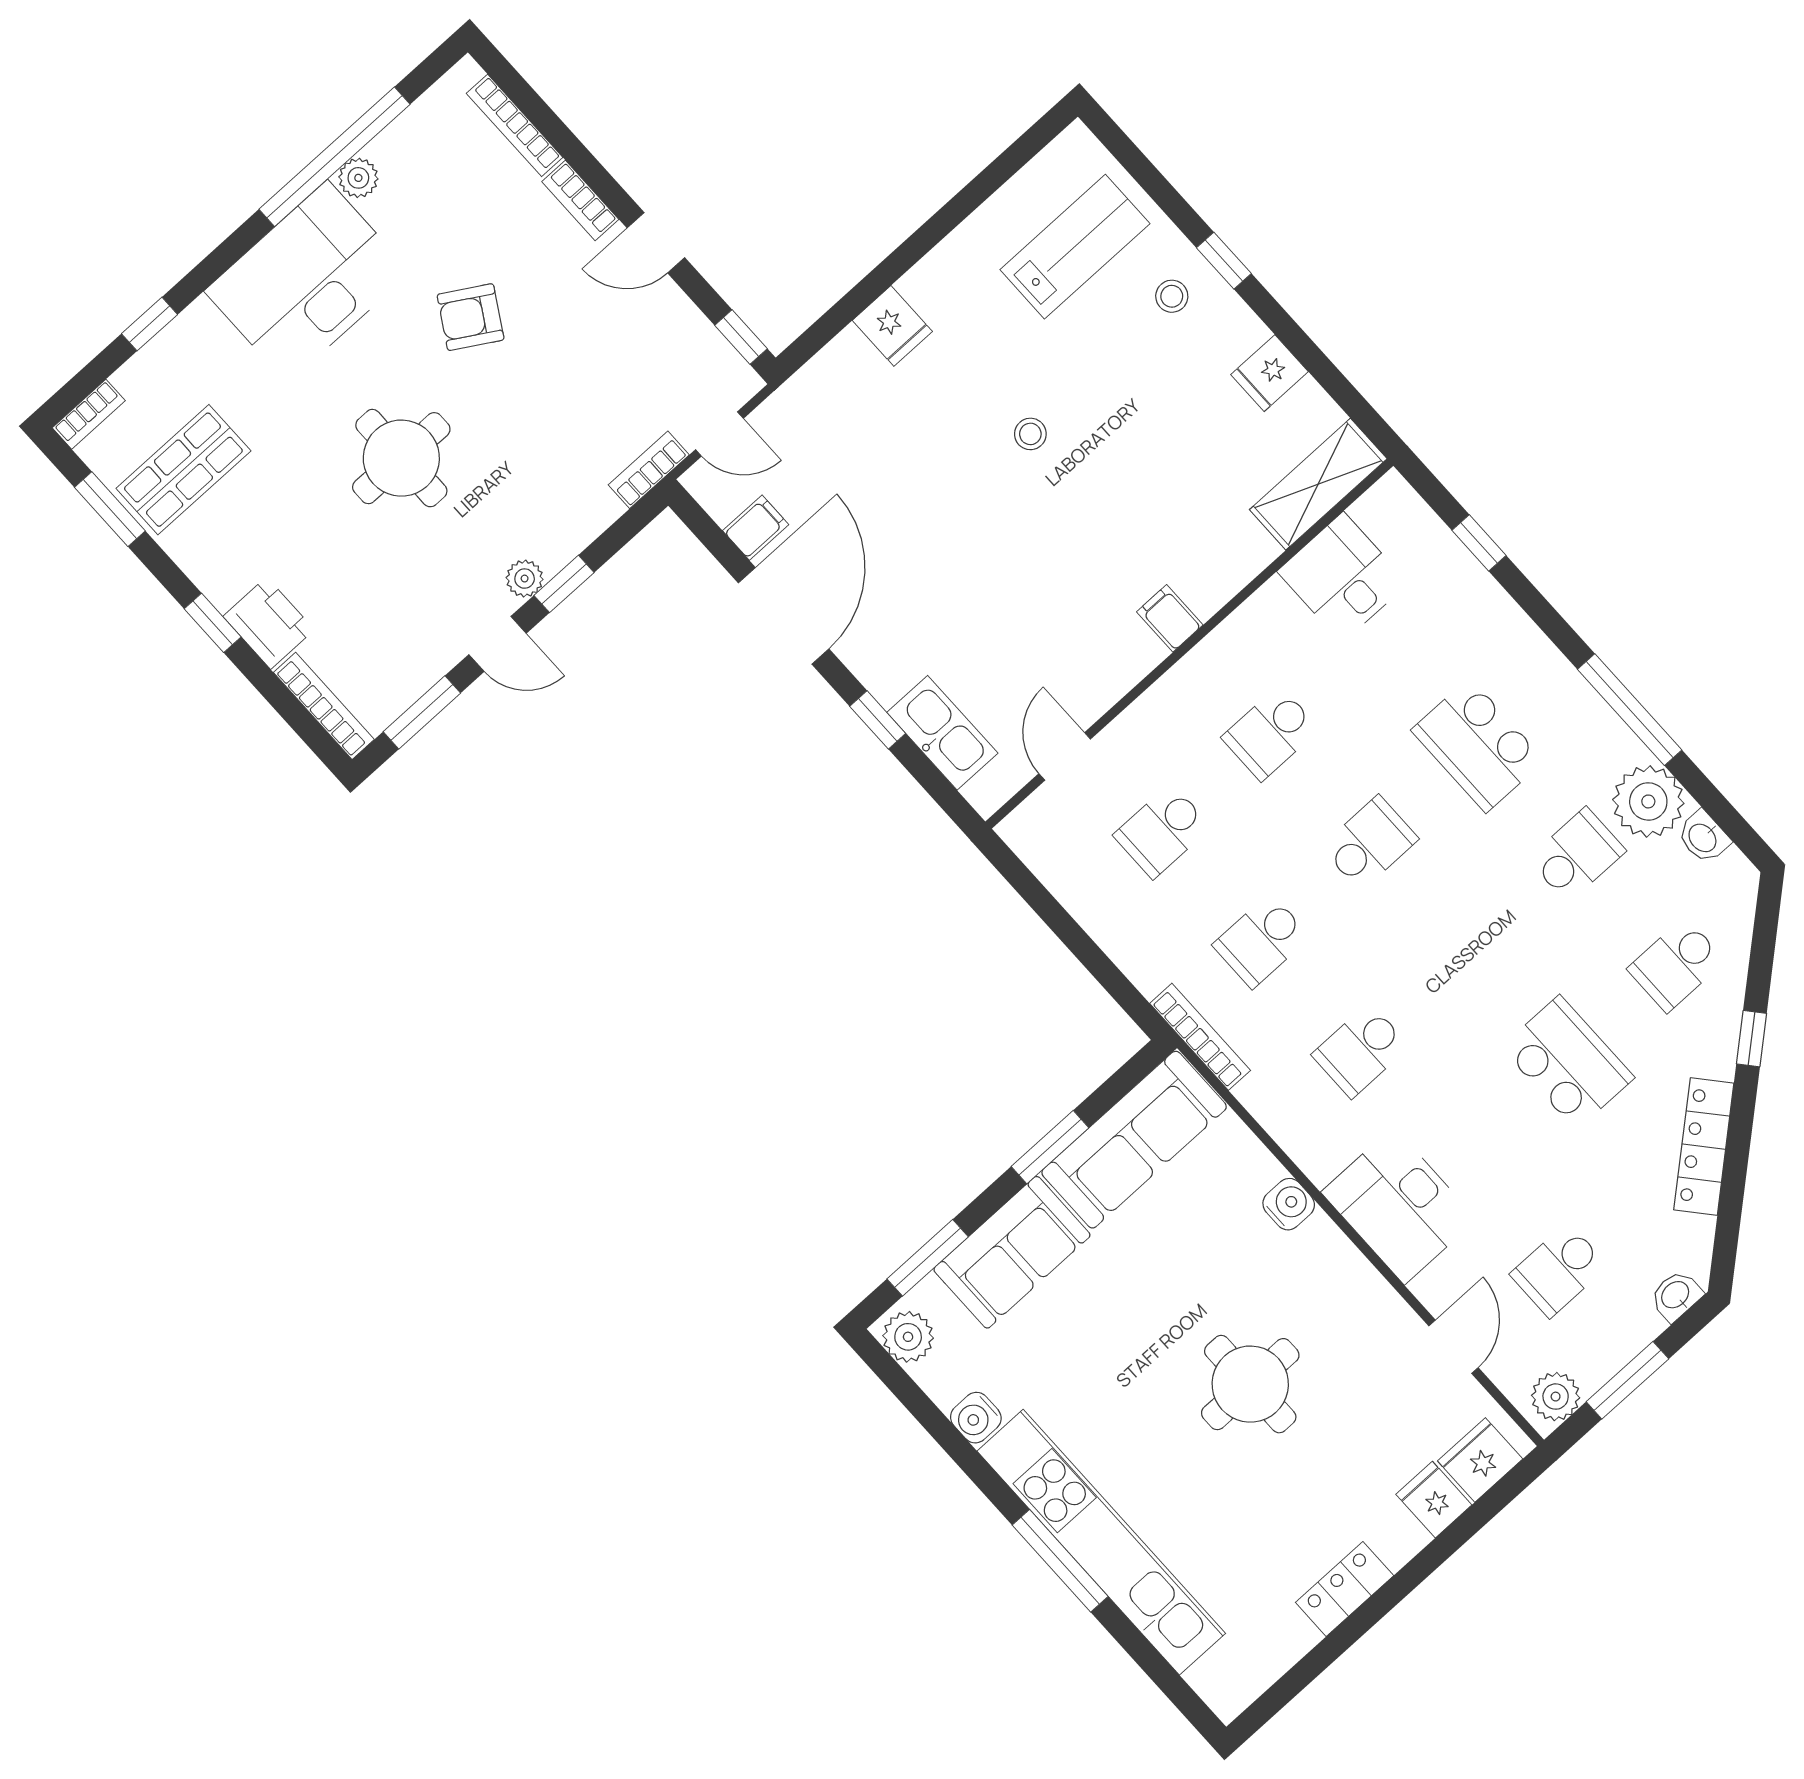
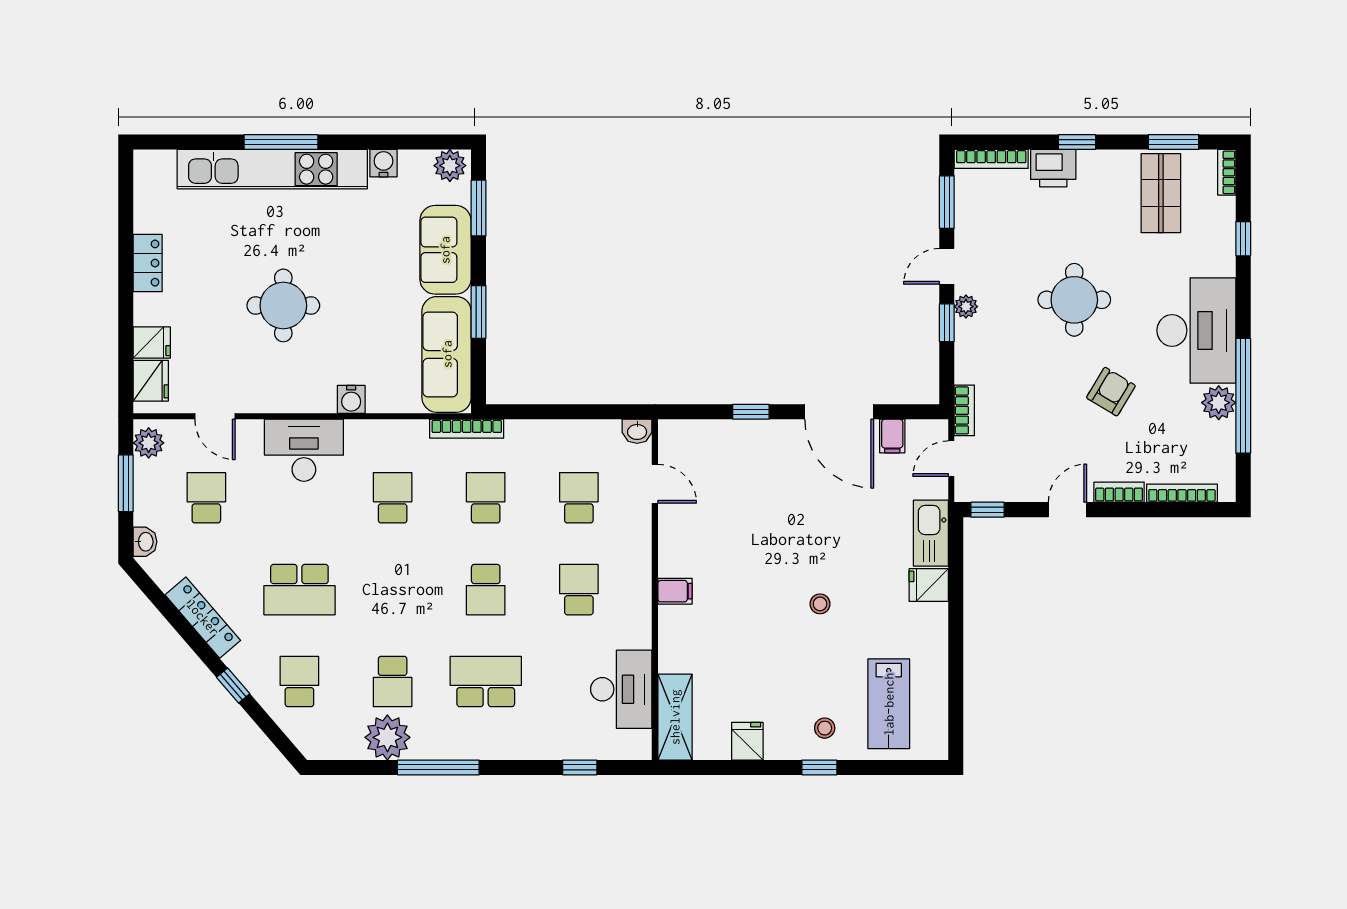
plant: (358, 178) -> (1219, 403), width x1.38, depth x1.38
desk: (1343, 577) -> (621, 689), width x1.37
kitchen sink: (942, 733) -> (931, 533), moved, turned 90
washbasin: (1703, 837) -> (637, 431), moved, turned 180

